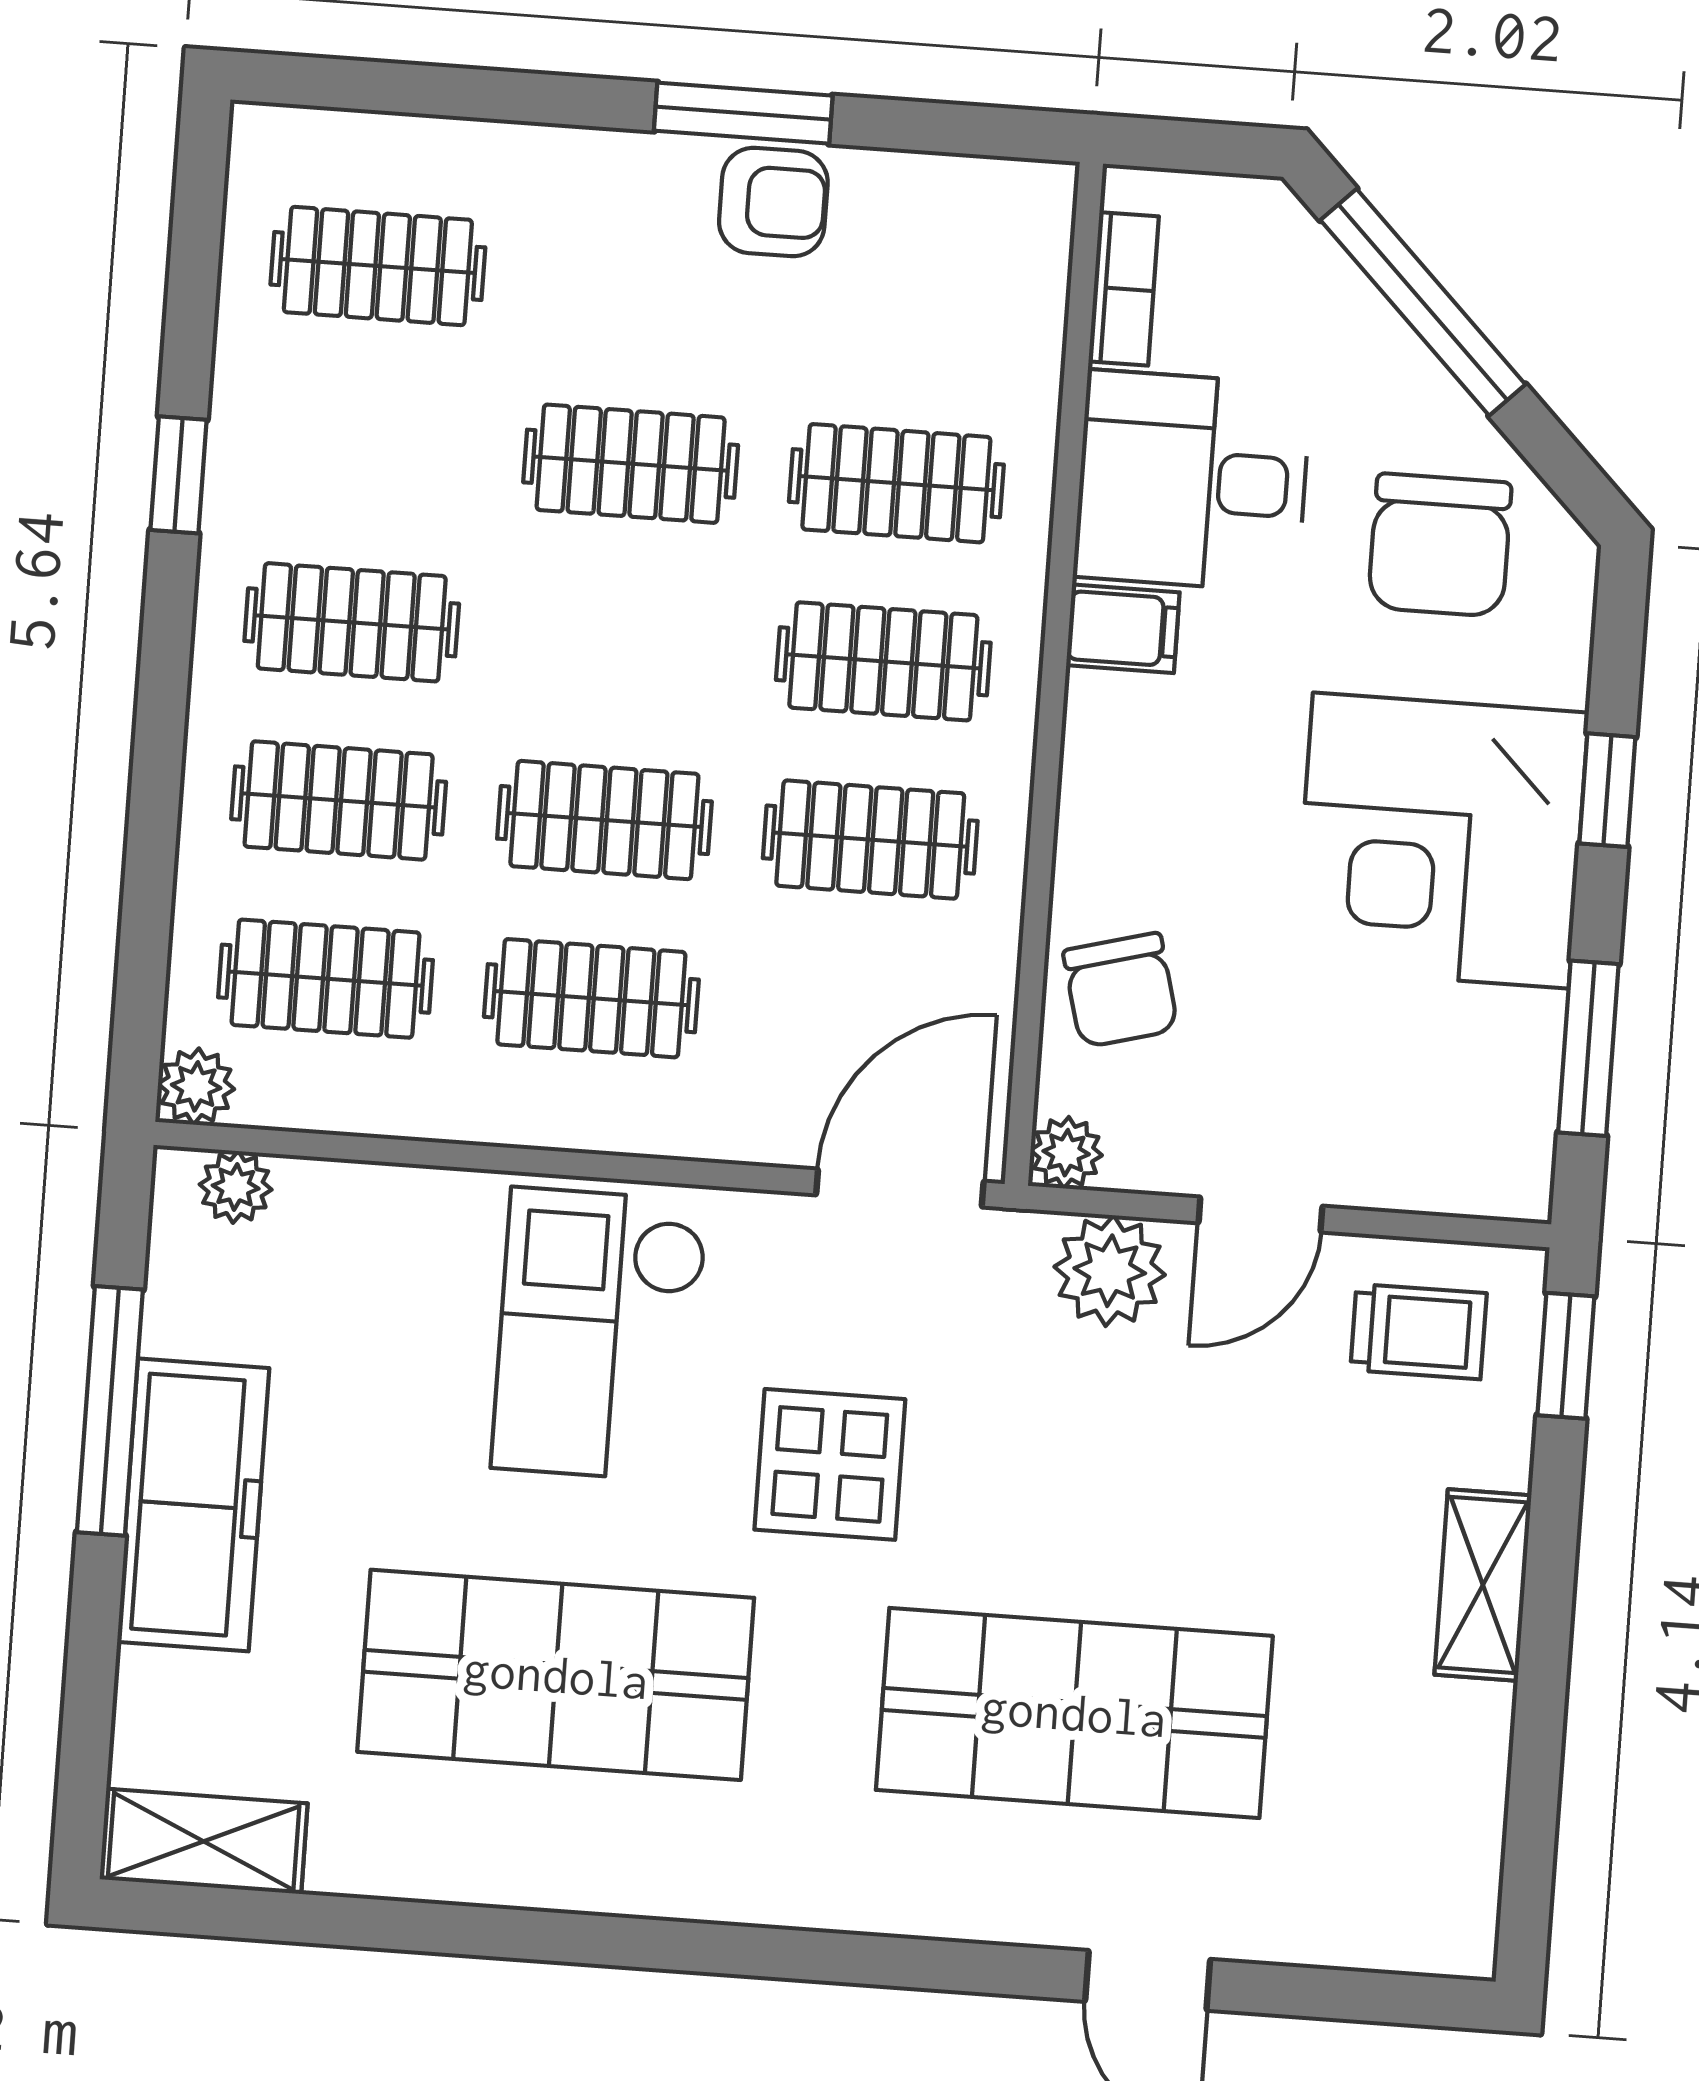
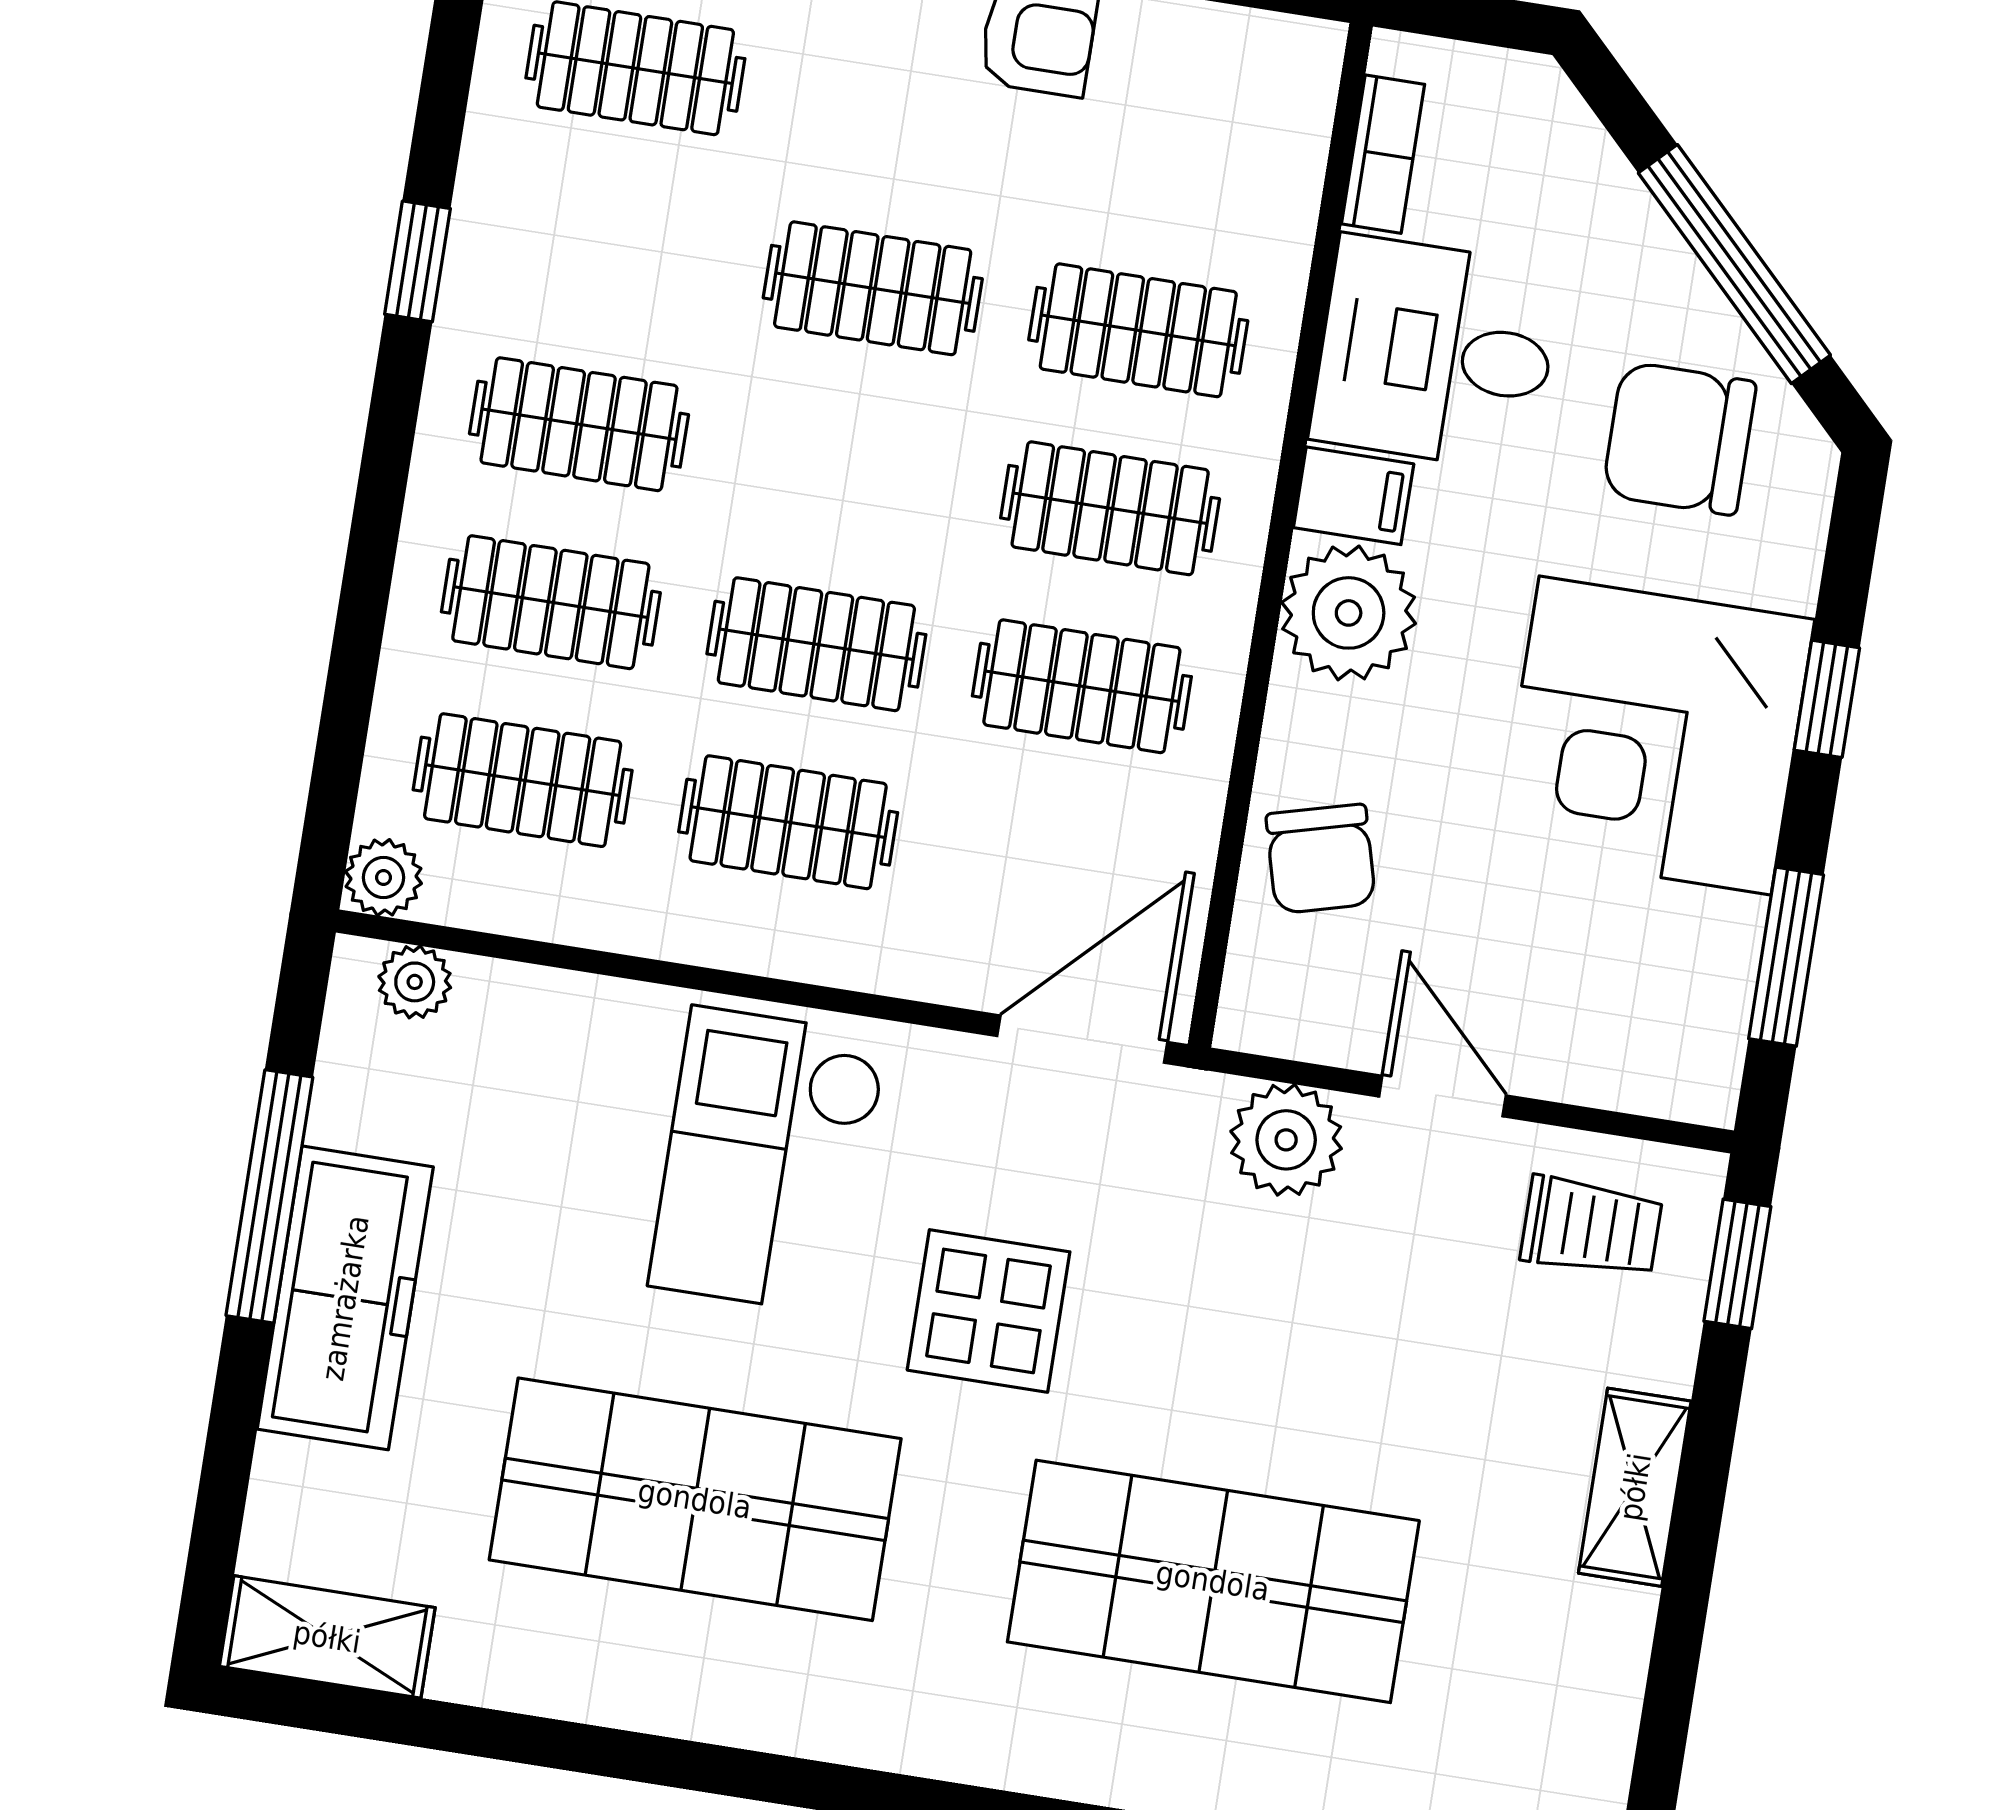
window: (1423, 302) -> (1734, 264), moved
chair: (1440, 545) -> (1679, 438), turned 90
plant: (1066, 1153) -> (1349, 613), moved, width x1.88, depth x1.88
door: (1260, 1214) -> (1442, 1096), swing flipped

